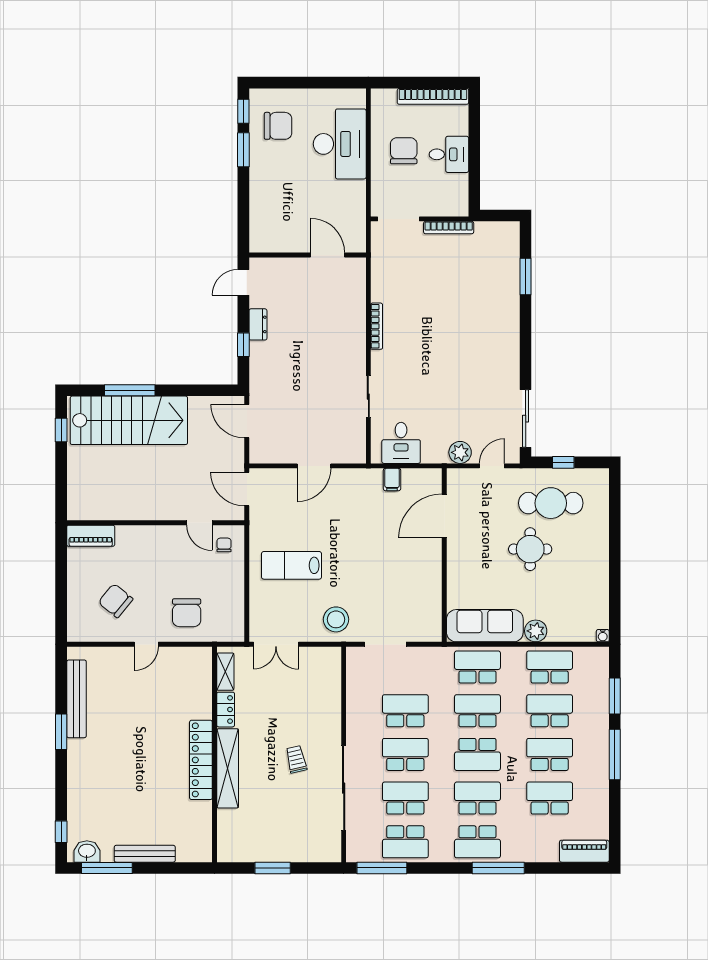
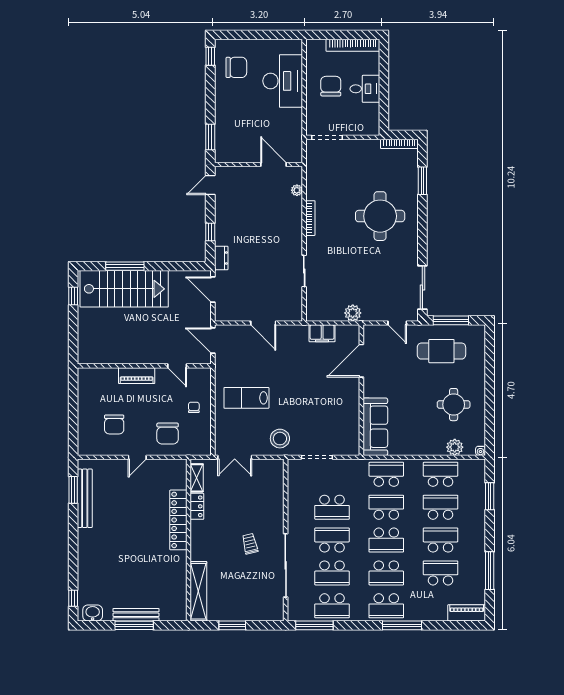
window: (243, 150) -> (210, 137), moved
bookcase: (449, 228) -> (399, 144), moved
plant: (358, 289) -> (297, 190), added
dresser: (258, 324) -> (221, 258), moved
round table: (469, 324) -> (380, 216), added
desk: (401, 443) -> (329, 306), removed
plant: (460, 452) -> (353, 313), moved
window: (563, 462) -> (451, 320), width x2.17
door: (314, 466) -> (263, 323), hinge flipped
door: (492, 466) -> (397, 323), swing flipped
filing cabinet: (392, 479) -> (322, 333), width x2.00
piano: (91, 536) -> (137, 376), moved
chair: (224, 545) -> (194, 407), moved
round table: (530, 549) -> (454, 405), moved
chair: (116, 601) -> (114, 424), turned -129
sofa: (485, 626) -> (375, 427), moved, turned 90
plant: (536, 631) -> (455, 447), moved
school desk: (405, 711) -> (332, 507), turned 180
window: (61, 732) -> (73, 490), moved
window: (615, 755) -> (490, 571), moved
locker: (201, 760) -> (178, 520), moved
shelving: (228, 768) -> (198, 591), moved
school desk: (405, 798) -> (332, 573), turned 180
school desk: (477, 798) -> (386, 573), turned 180
window: (107, 868) -> (134, 625), moved

